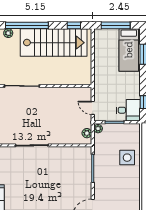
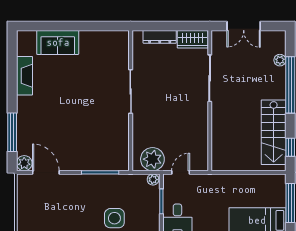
stairs: (54, 43) -> (274, 132), width x0.73, depth x0.66
plant: (87, 133) -> (152, 159), width x1.88, depth x1.88

